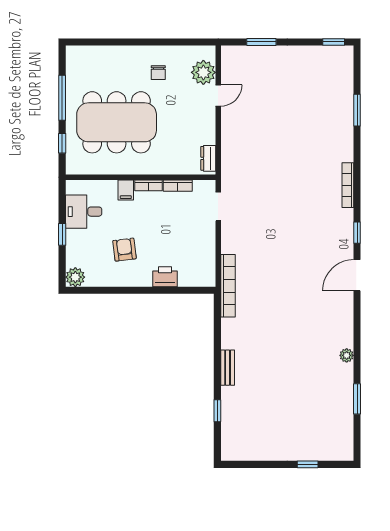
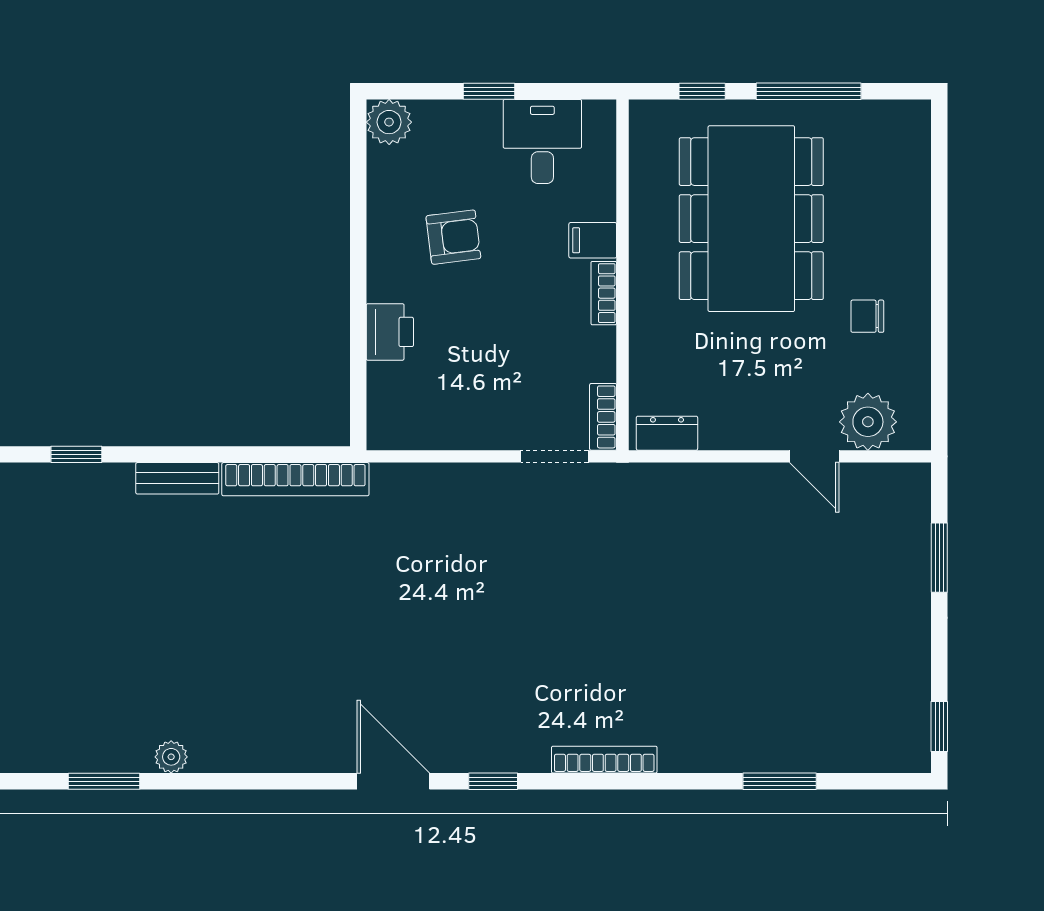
bookcase: (178, 186) -> (603, 417), moved
bookcase: (228, 286) -> (295, 479), moved
plant: (347, 355) -> (171, 757), moved

